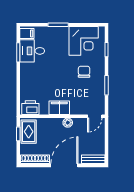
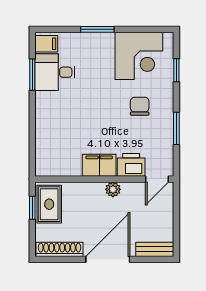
printer: (30, 108) -> (131, 165), moved

